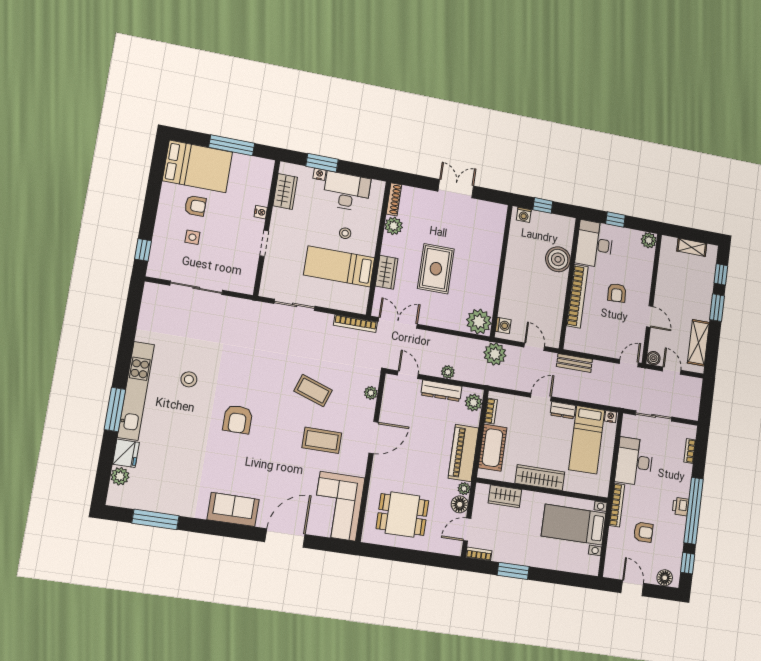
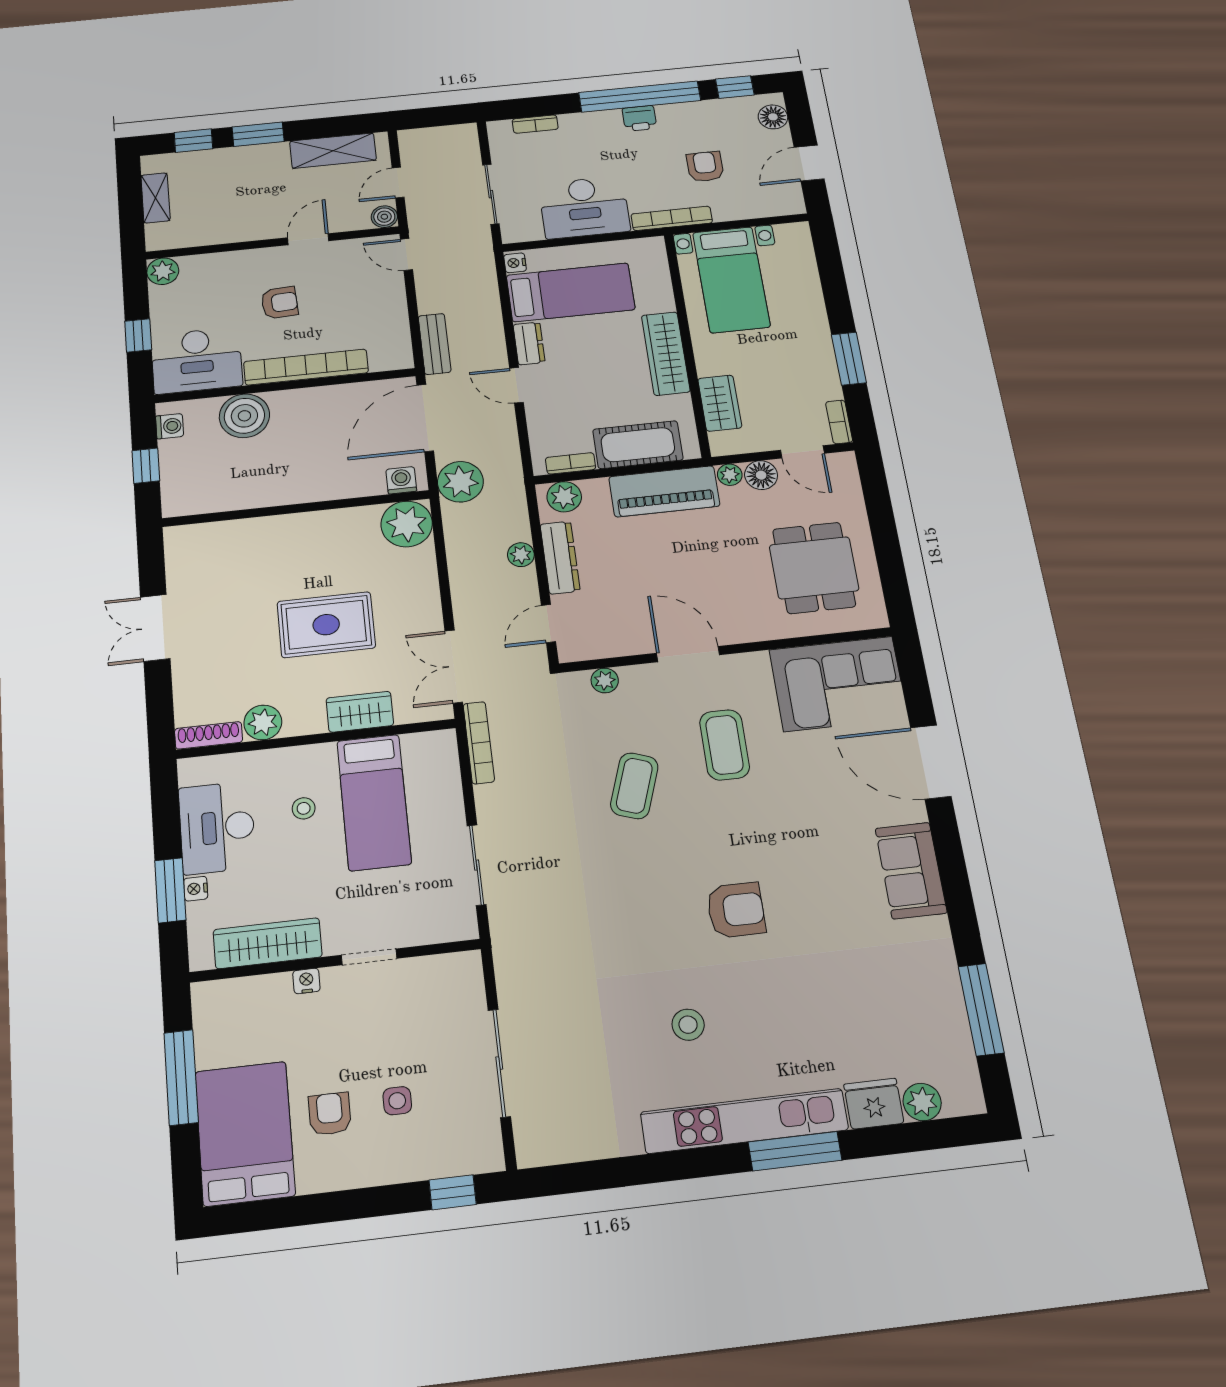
wardrobe: (285, 191) -> (268, 943), width x1.50
washing machine: (524, 215) -> (170, 426), moved
door: (534, 347) -> (425, 418), width x1.87

